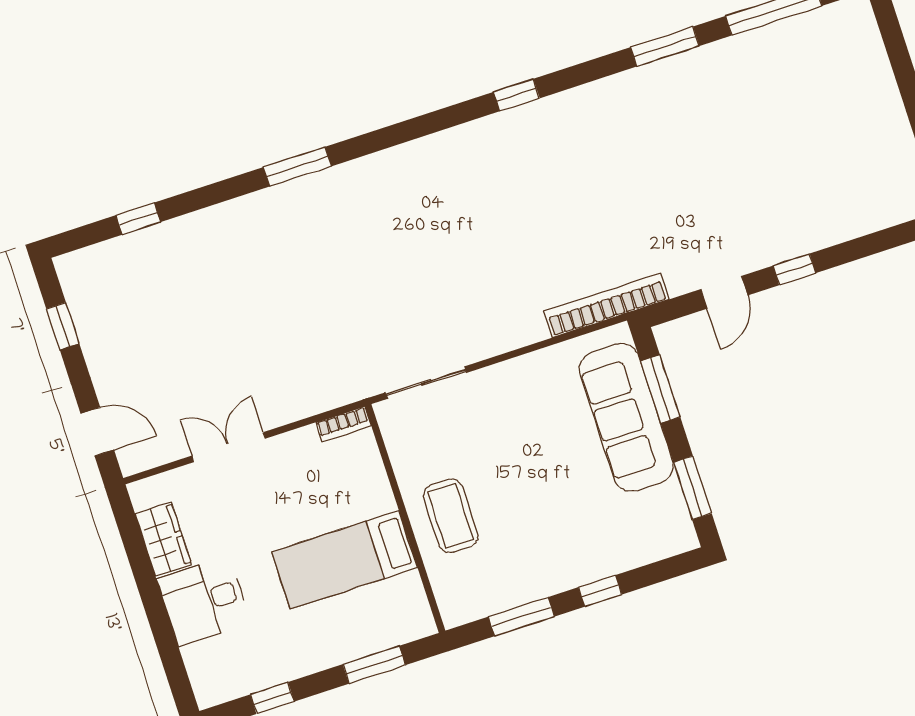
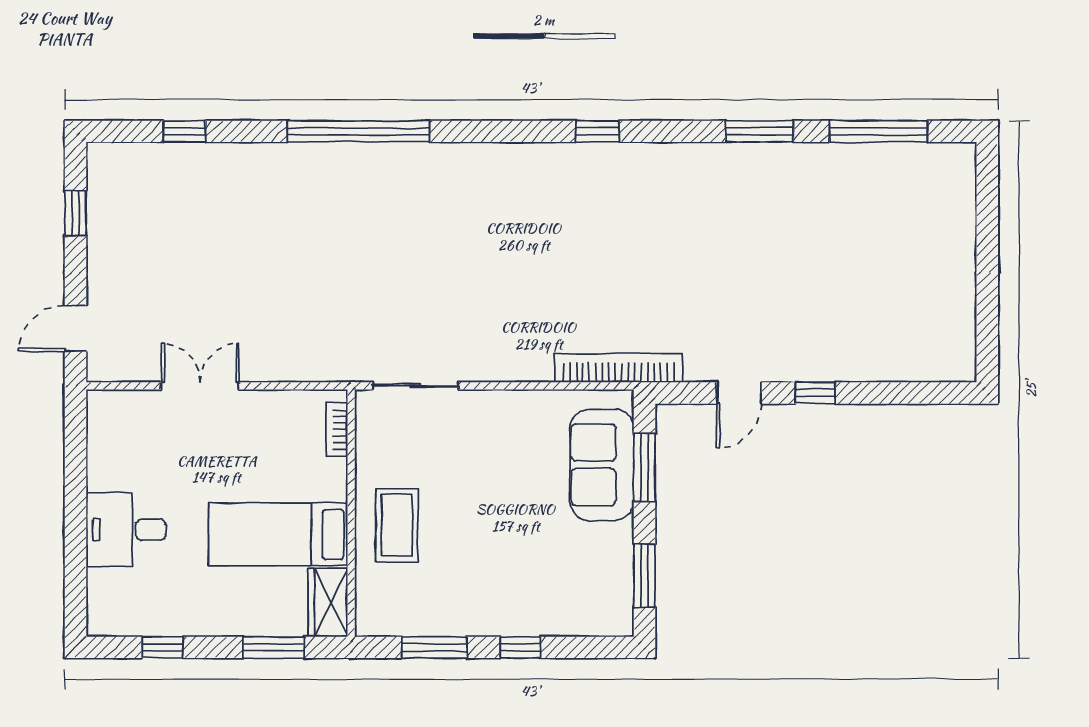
window: (297, 167) -> (358, 131), width x2.11
sofa: (626, 417) -> (602, 465), width x0.73
bookcase: (343, 424) -> (337, 430), moved, turned 90
door: (97, 432) -> (76, 328), swing flipped
wardrobe: (163, 539) -> (328, 603), moved, turned 180

